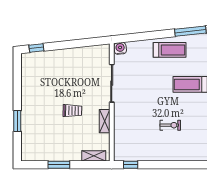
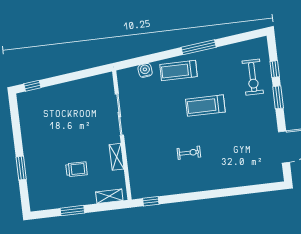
water cooler: (120, 48) -> (145, 70), moved
treadmill: (170, 50) -> (178, 71), turned 180
trolley: (72, 111) -> (77, 169), moved

